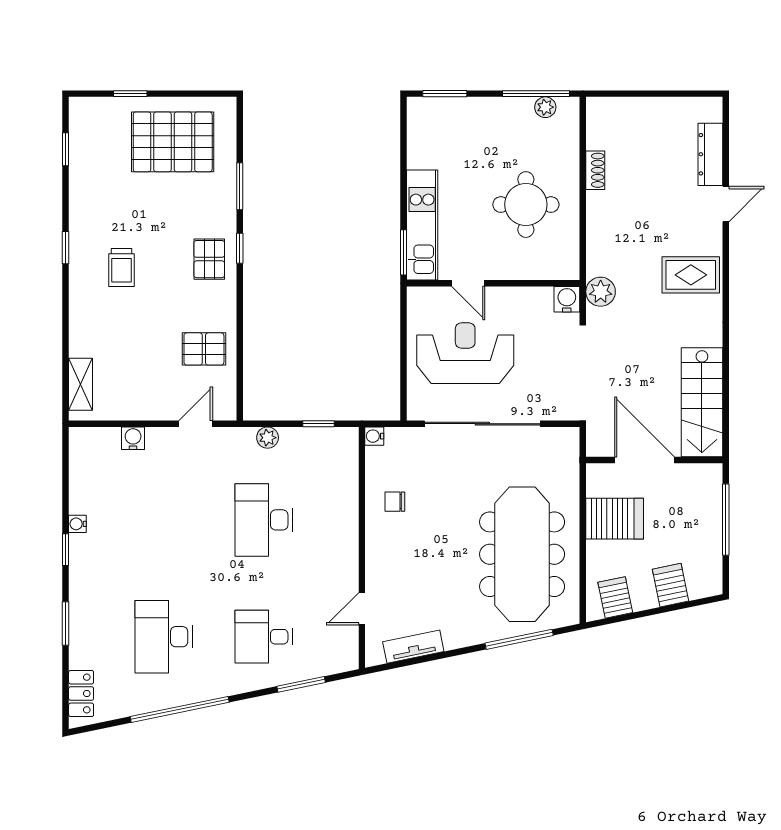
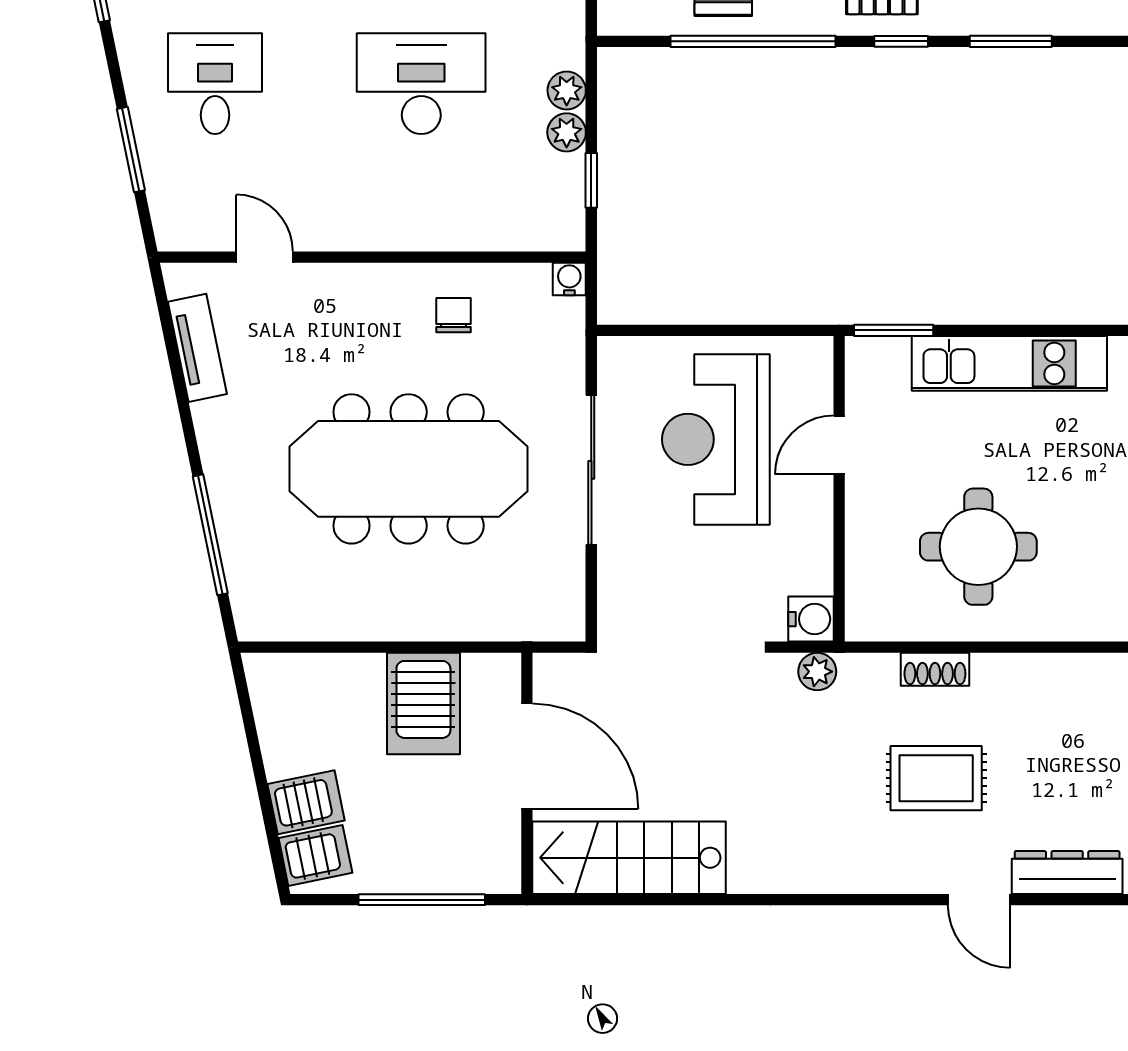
shoe rack: (595, 170) -> (935, 669), moved
kitchen unit: (422, 225) -> (1009, 363), moved
rug: (691, 275) -> (936, 778), moved, turned 90
plant: (601, 292) -> (817, 672), width x0.73, depth x0.73
window: (240, 332) -> (753, 41), added
reception desk: (465, 353) -> (716, 439), turned 180
sliding door: (482, 424) -> (591, 470), width x0.73
plant: (291, 438) -> (567, 132), added
door: (645, 460) -> (527, 756), hinge flipped
meeting table: (522, 554) -> (409, 469), moved
server rack: (615, 597) -> (315, 855), moved

